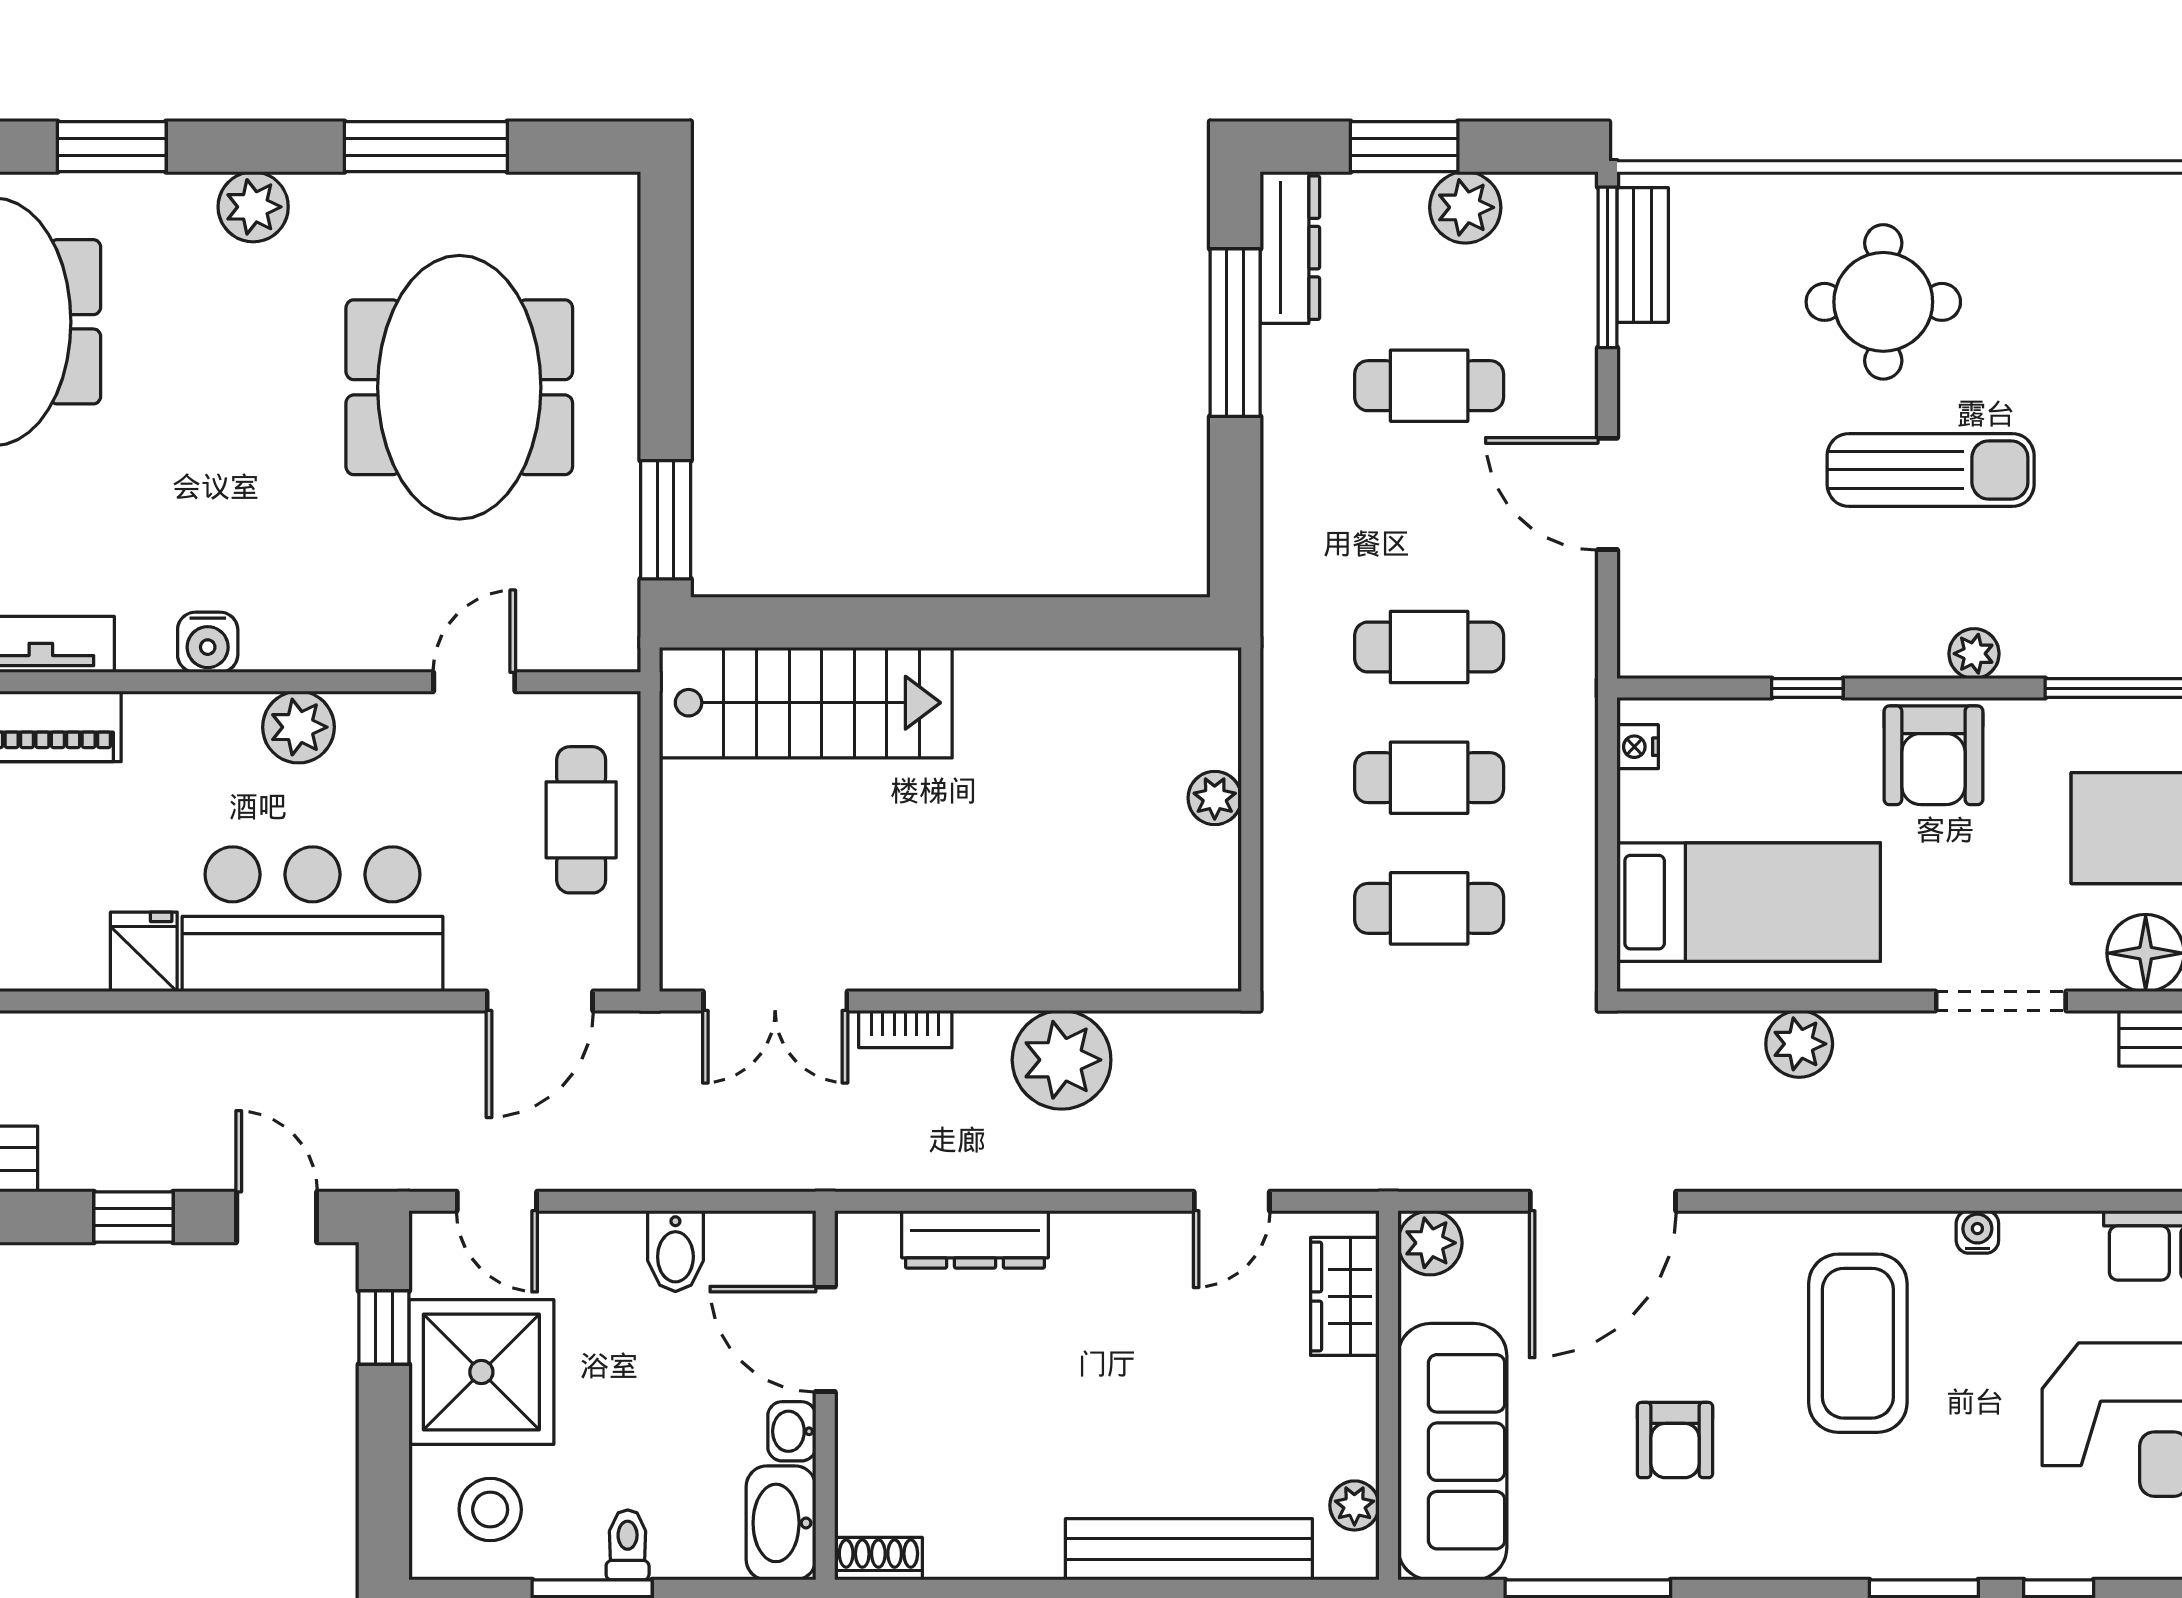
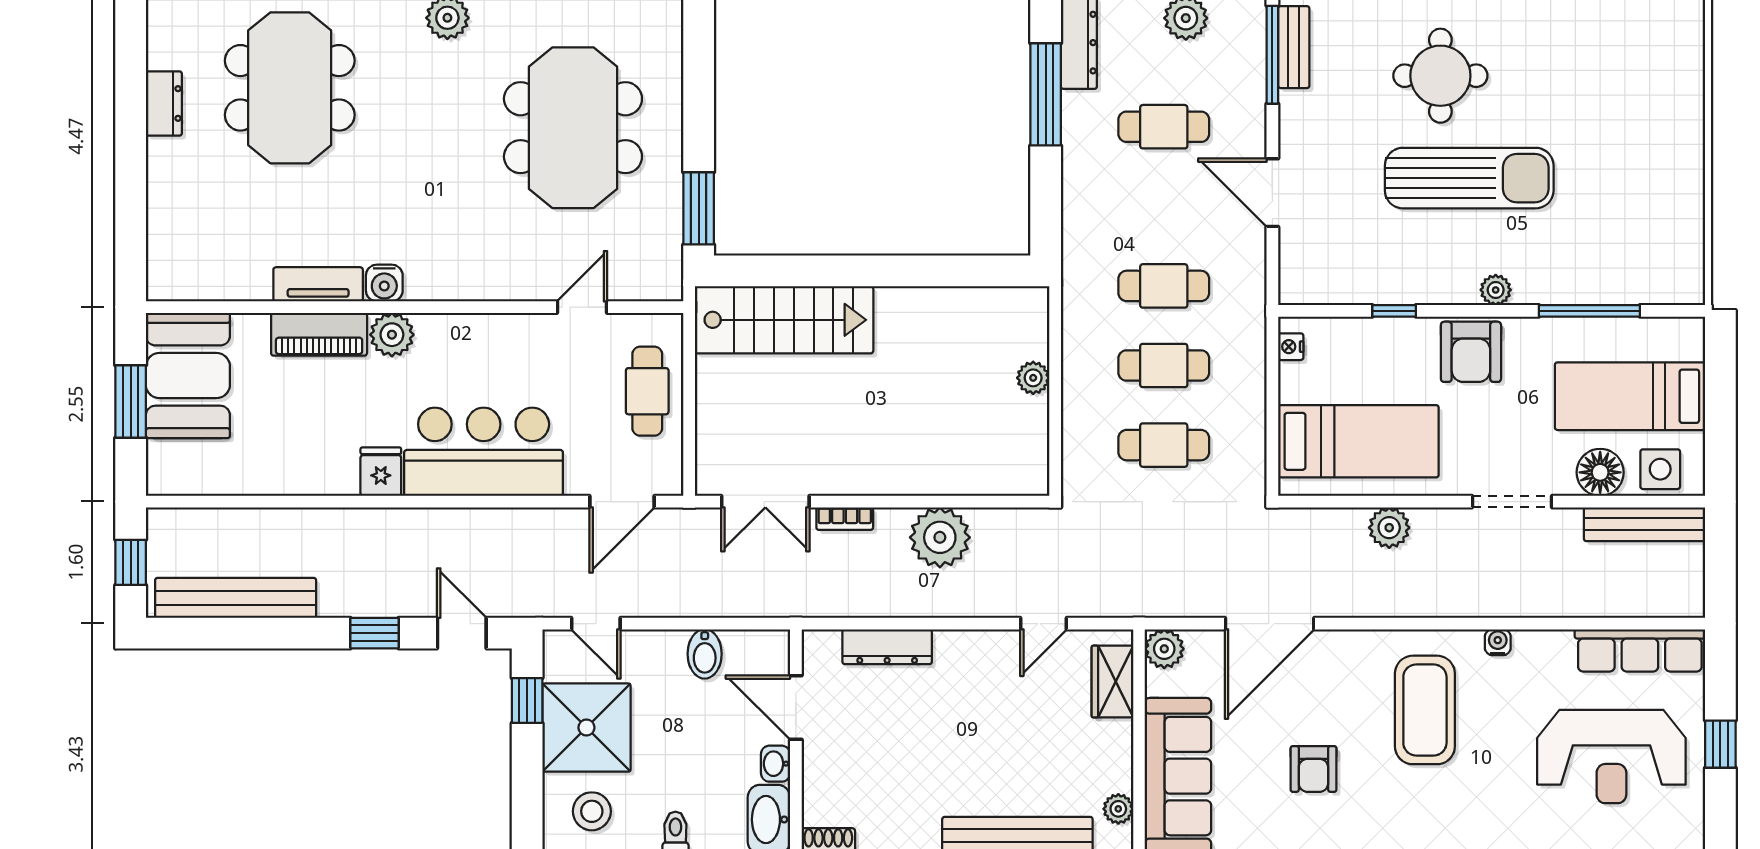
sun lounger: (1931, 470) -> (1469, 178), width x1.36, depth x1.34
water cooler: (208, 642) -> (384, 283), moved
plant: (298, 727) -> (392, 335), moved

